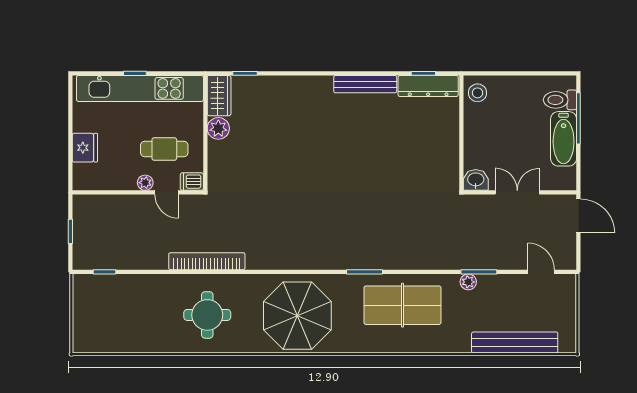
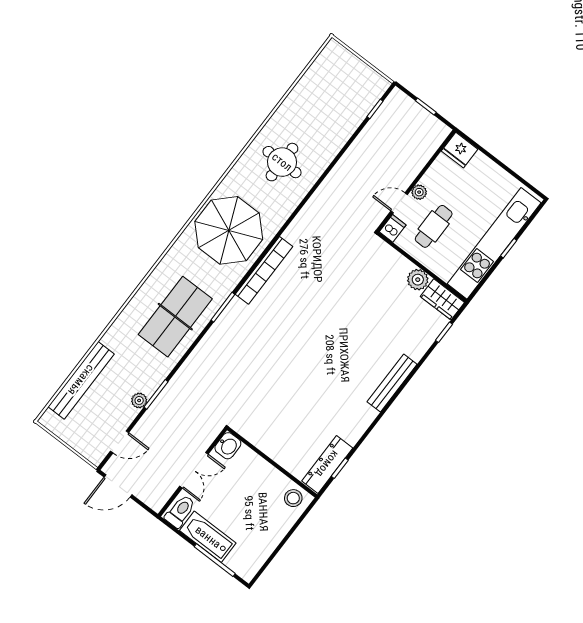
bench: (365, 84) -> (392, 383), moved
toilet: (560, 100) -> (180, 511), moved
fridge: (85, 148) -> (460, 150), moved
door: (578, 216) -> (118, 486), moved
bookcase: (207, 261) -> (264, 270), moved
plant: (468, 282) -> (139, 400), moved

